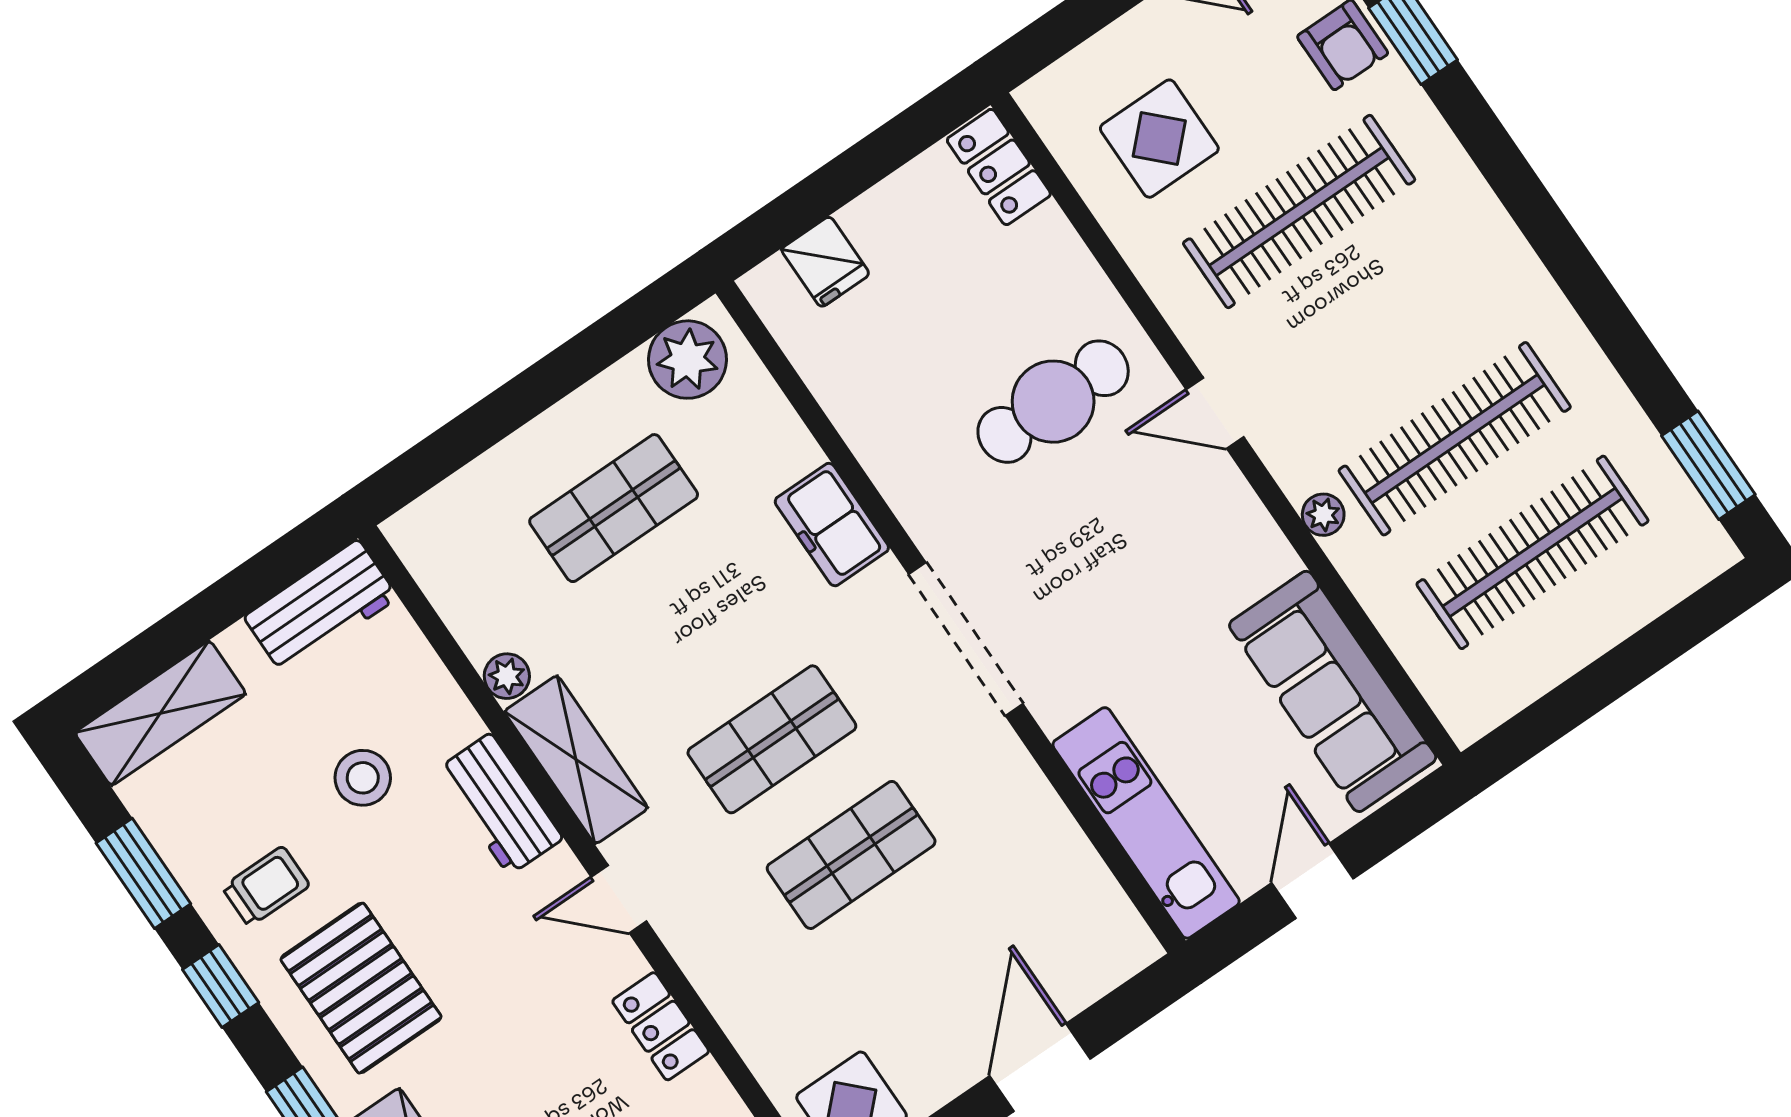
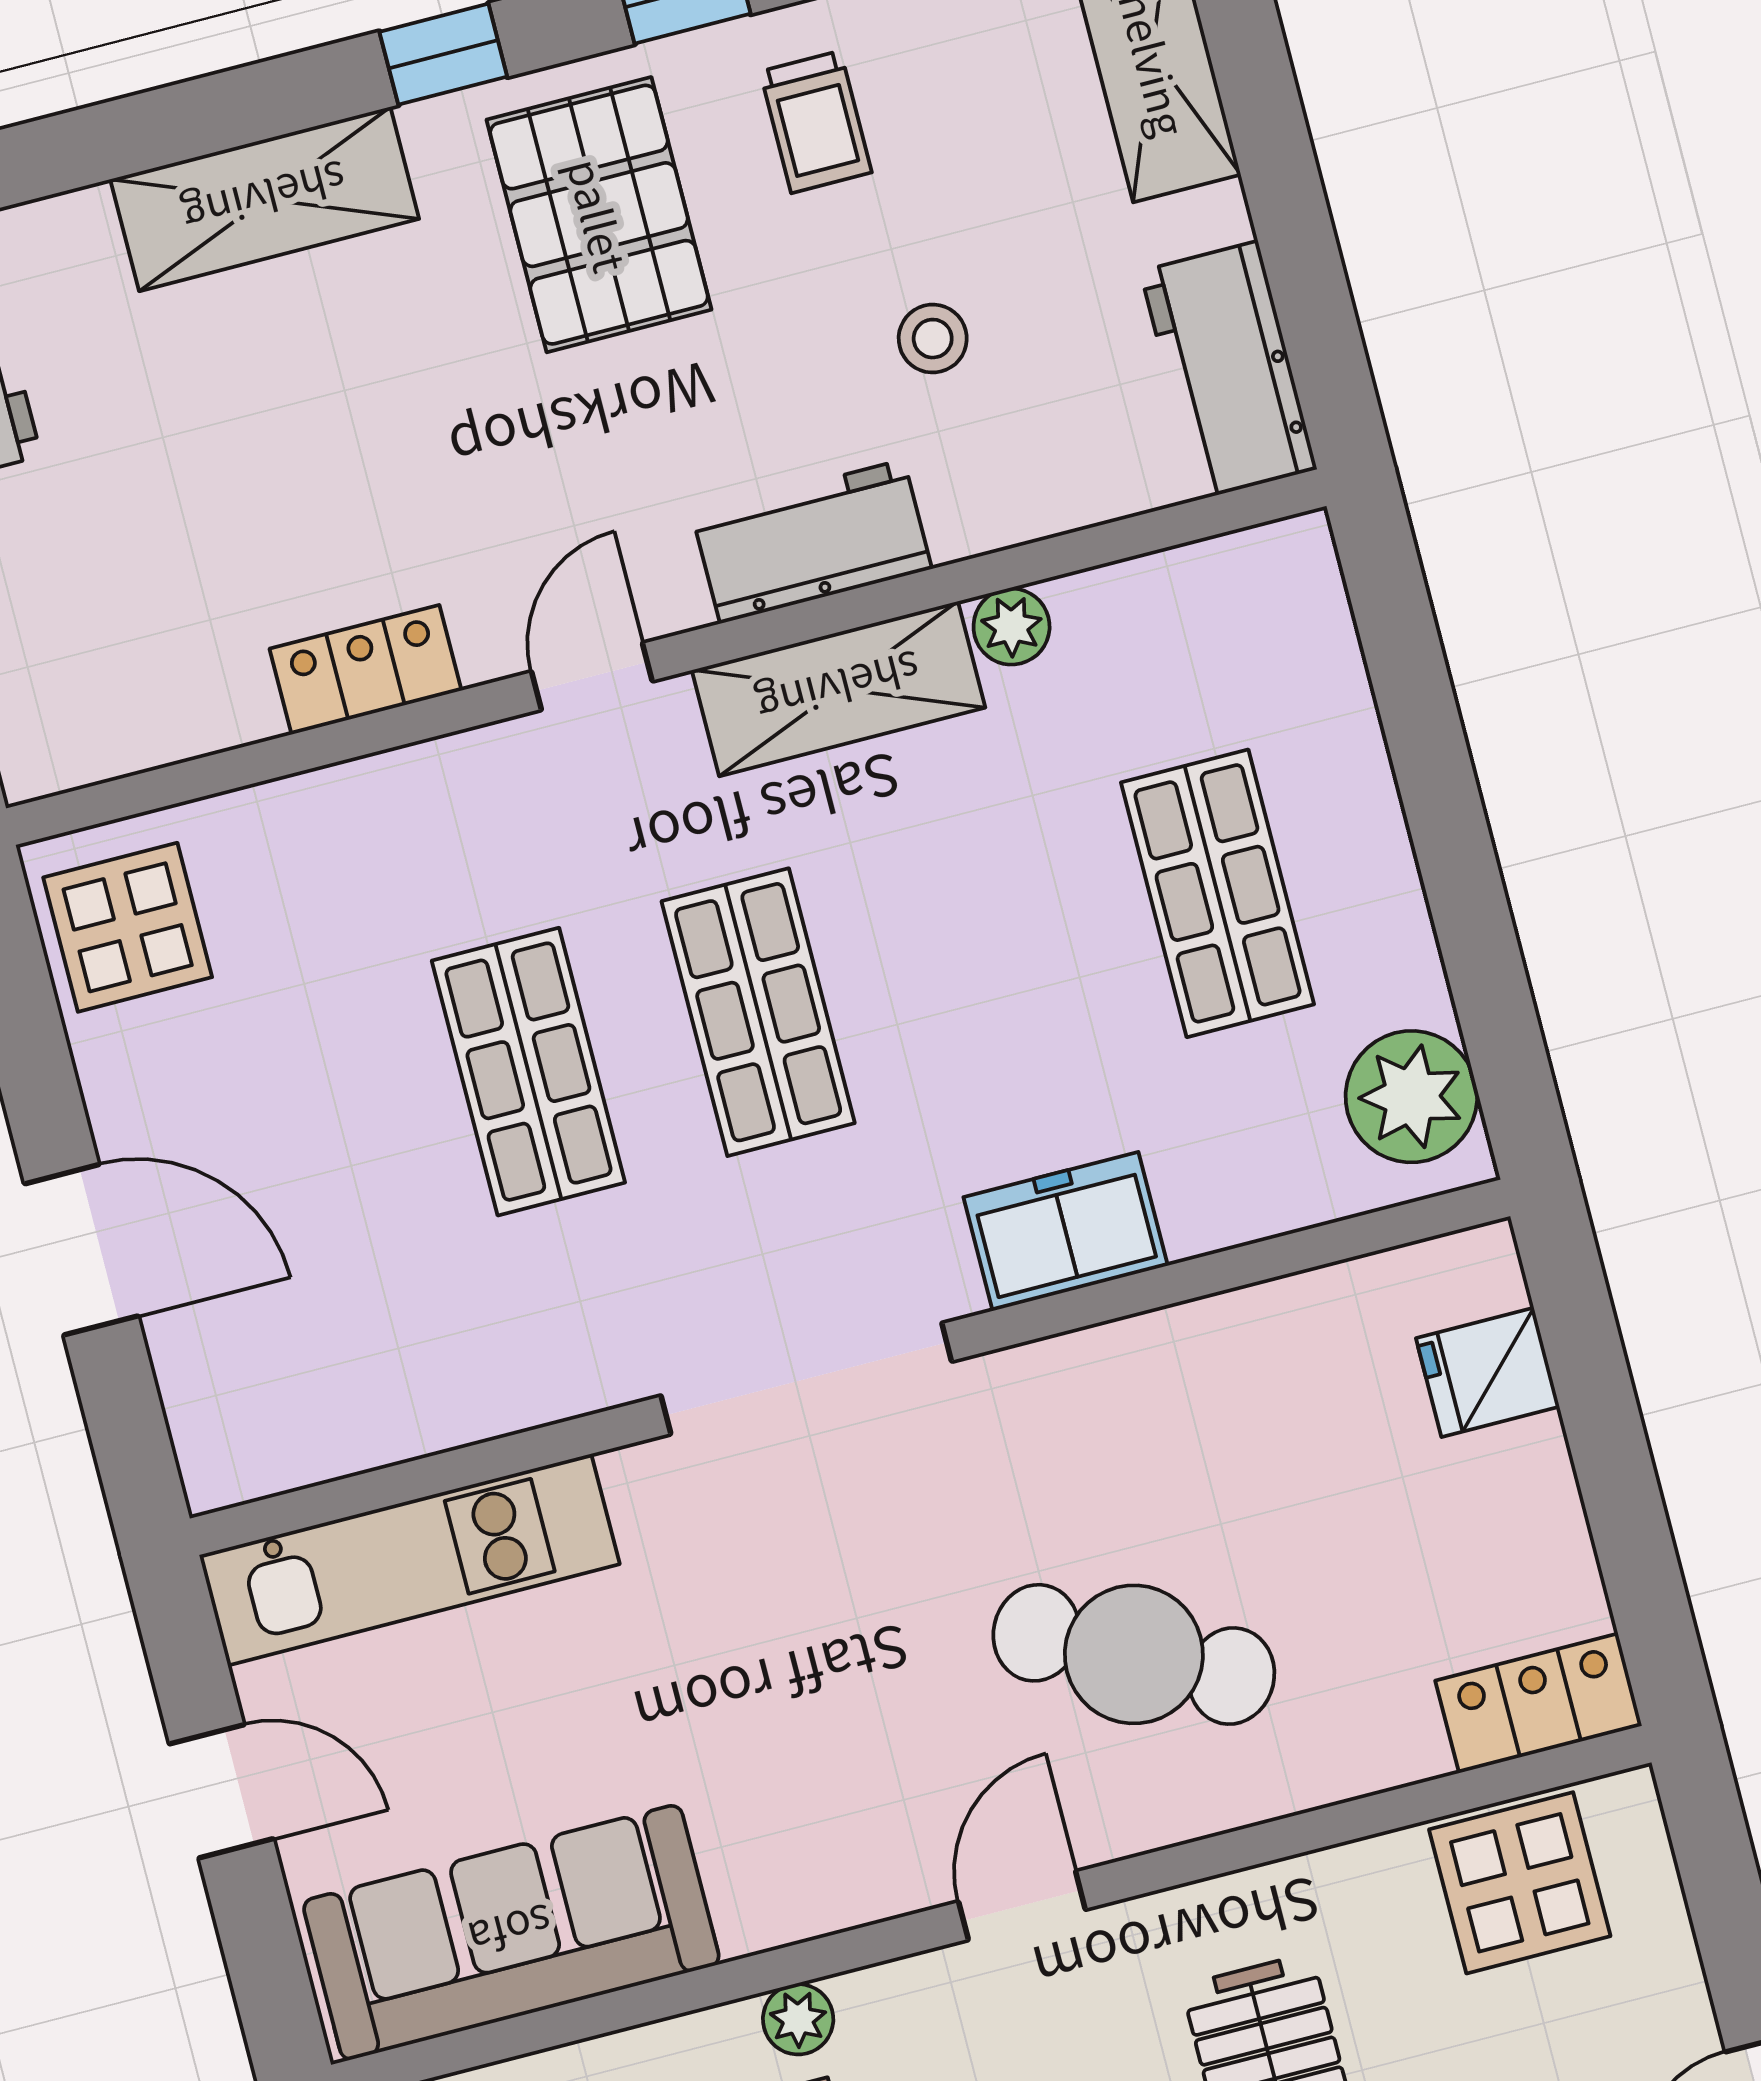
display table: (1159, 139) -> (1520, 1883), moved
cafe table: (1053, 402) -> (1134, 1654), turned -63
stool: (363, 778) -> (933, 339), width x0.73, depth x0.73
pallet: (361, 988) -> (599, 215), turned 90

